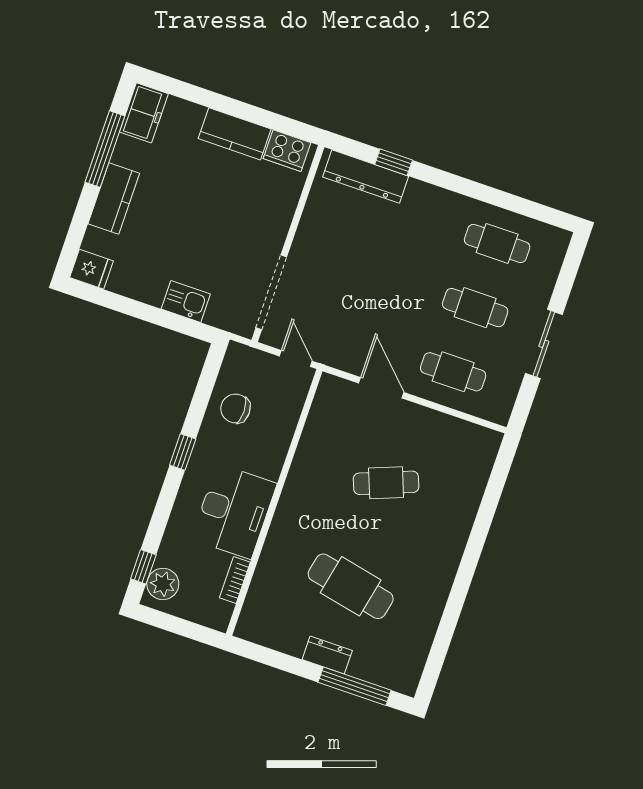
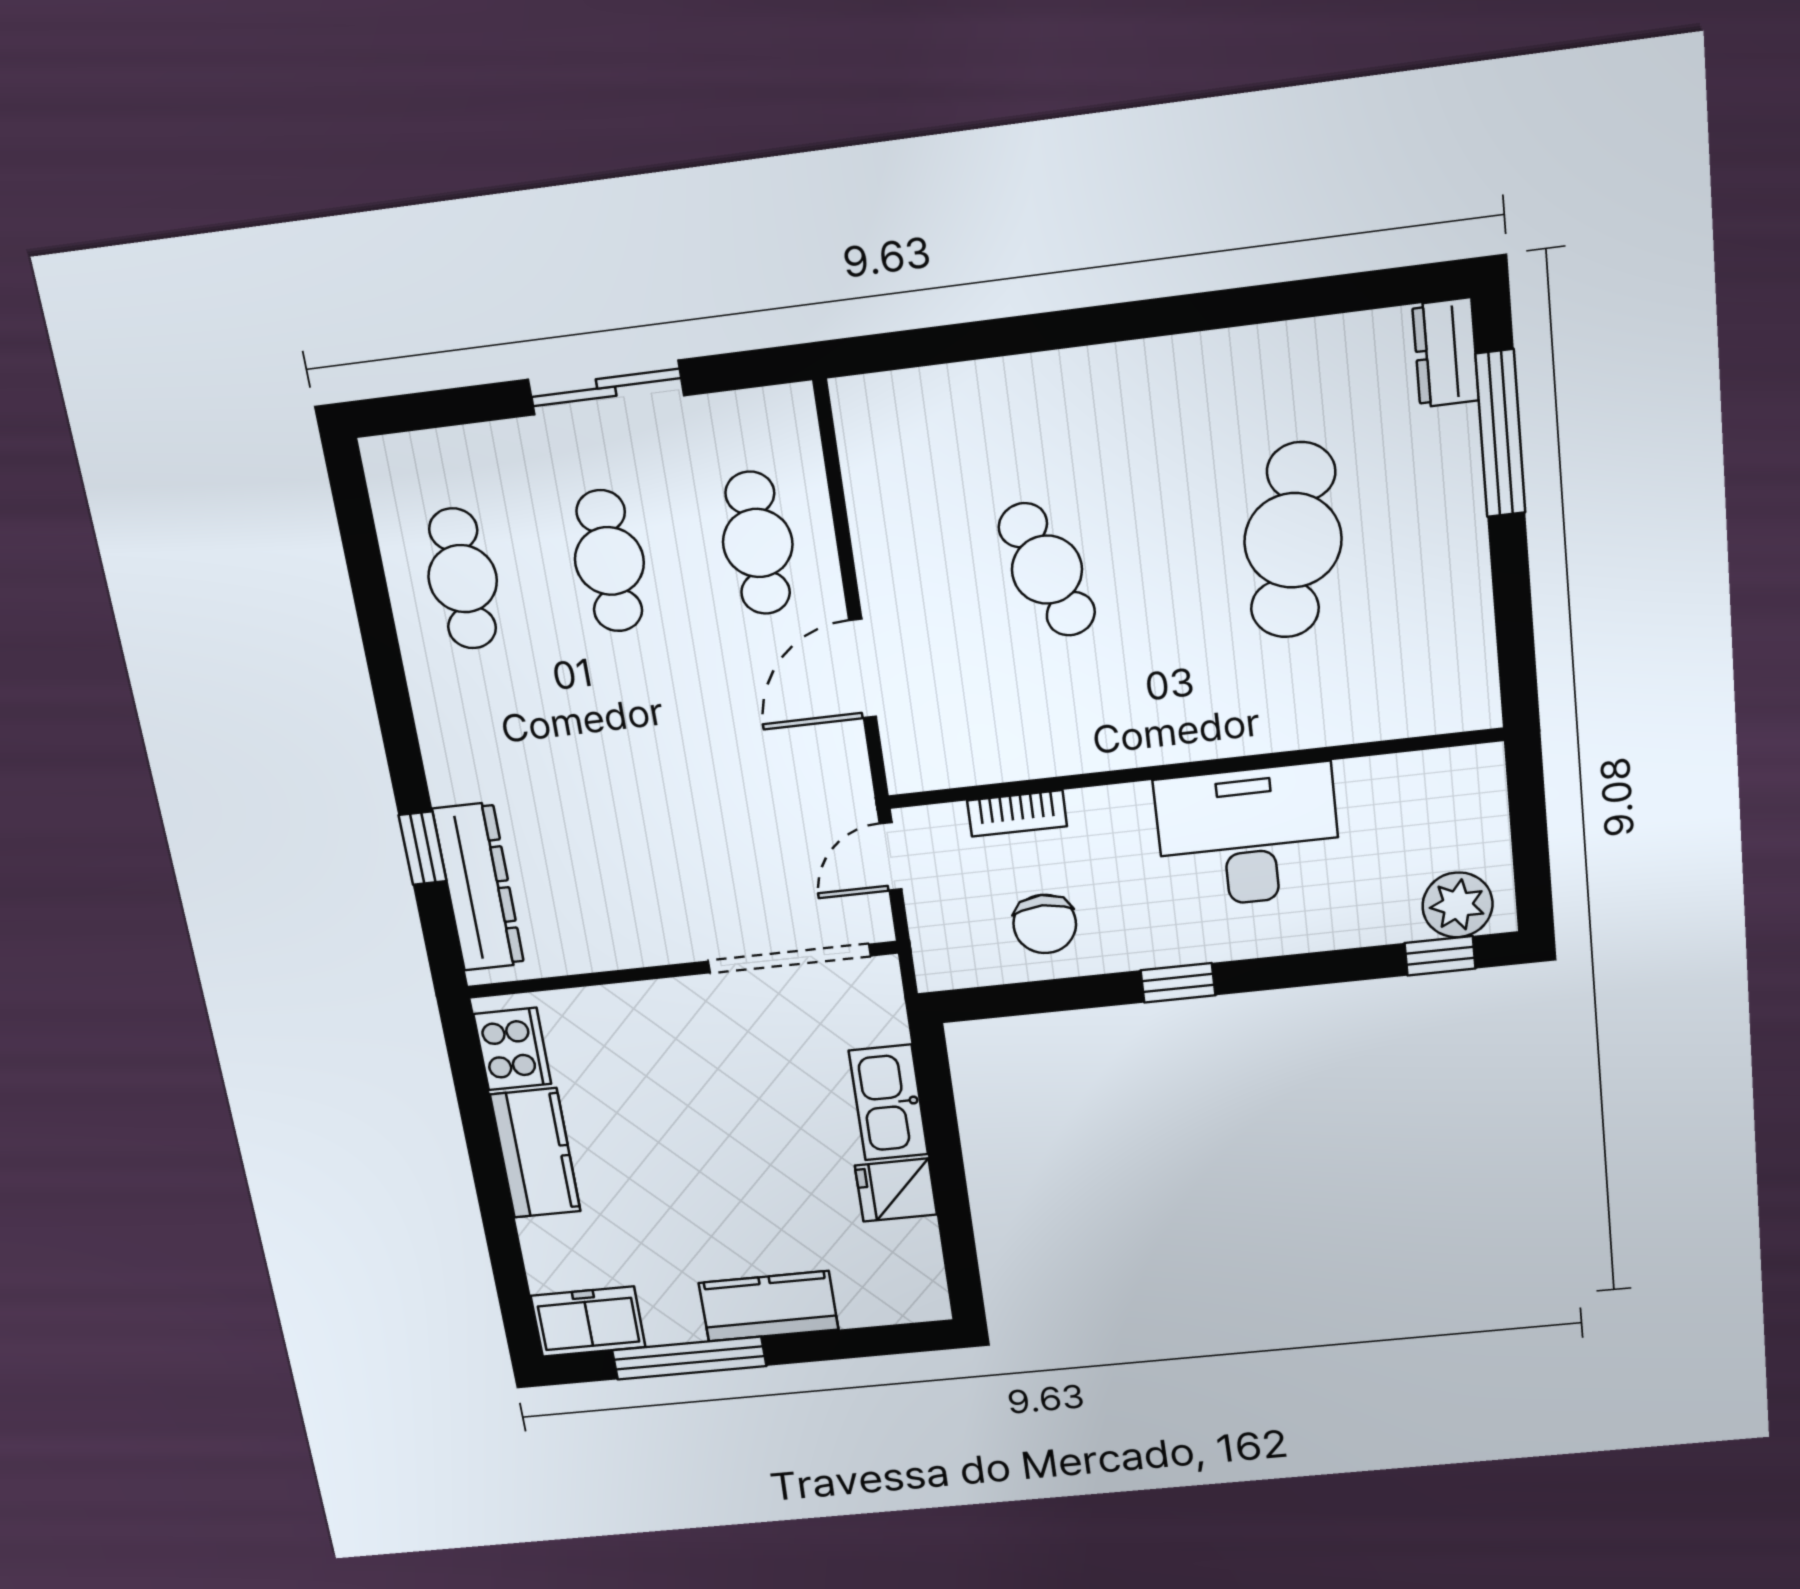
fridge: (91, 269) -> (896, 1190), moved, turned -90
kitchen sink: (186, 301) -> (888, 1102), width x1.38
bookcase: (235, 580) -> (1017, 813), moved
dresser: (327, 655) -> (1446, 353), moved

